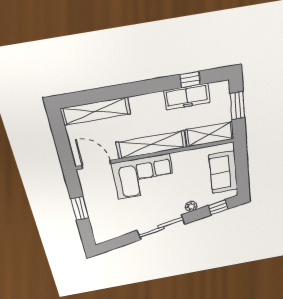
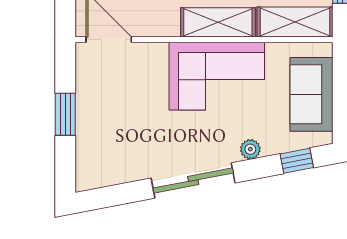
shelving: (151, 145) -> (218, 22), width x0.68
corner sofa: (144, 177) -> (217, 76), moved

